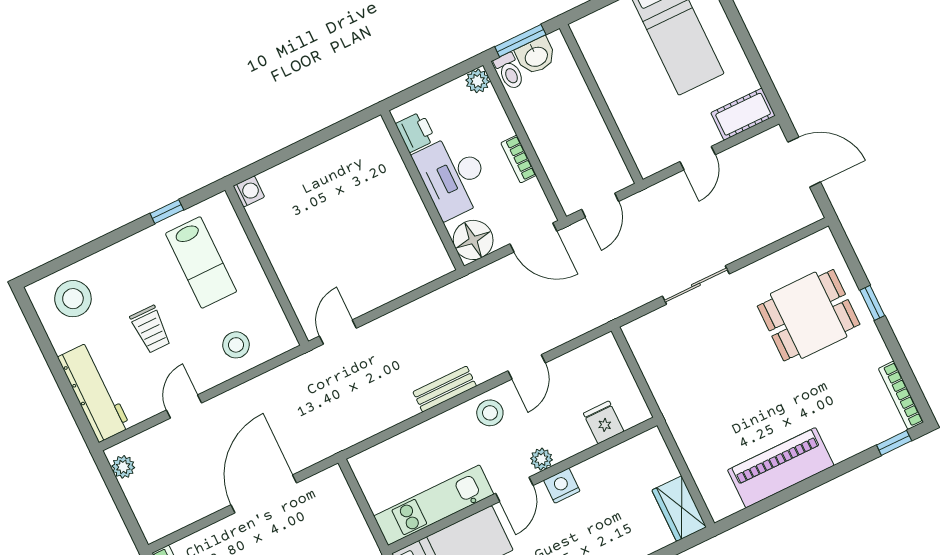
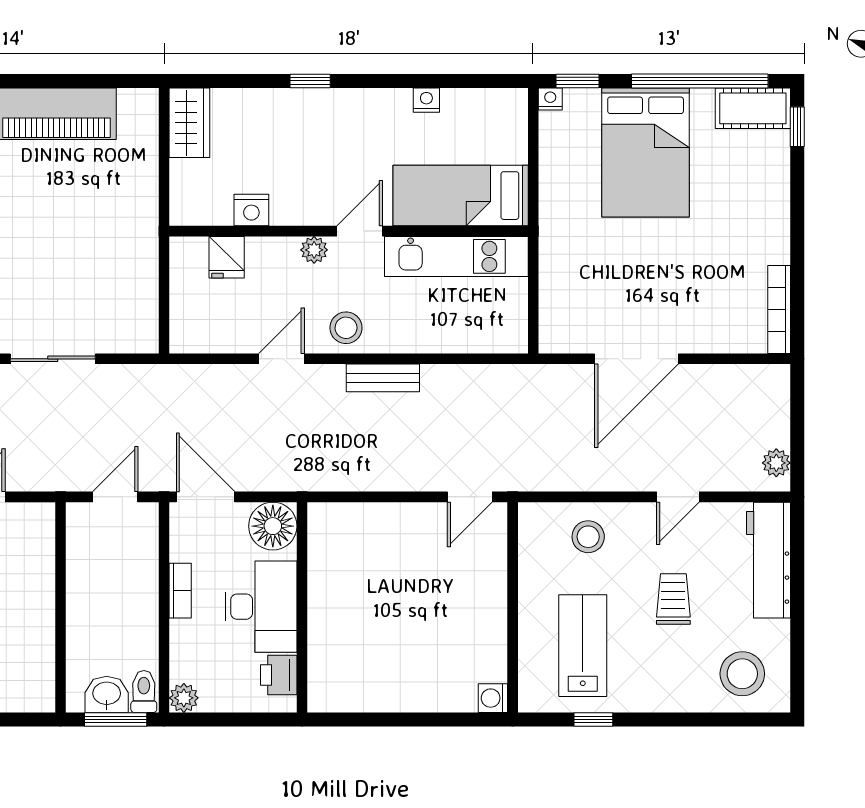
nightstand: (562, 486) -> (251, 210), moved

